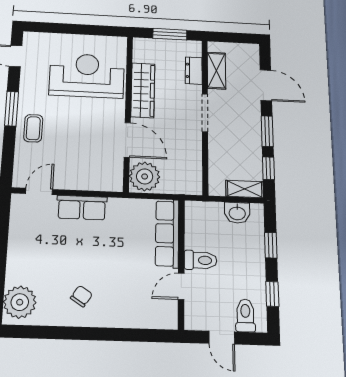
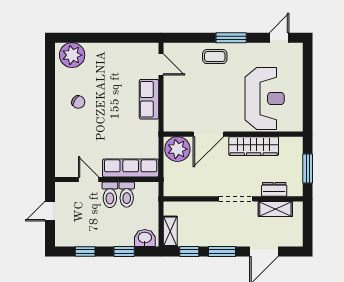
washbasin: (237, 213) -> (145, 238), moved, turned 90
toilet: (245, 315) -> (127, 195), moved, turned 90

